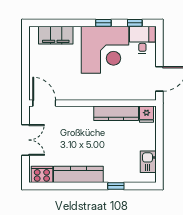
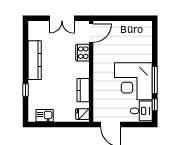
window: (103, 23) -> (155, 80), width x2.17
filing cabinet: (56, 35) -> (145, 42), removed
kitchen counter: (116, 113) -> (83, 90), width x0.67
cooker: (42, 174) -> (82, 53), moved, turned 180

